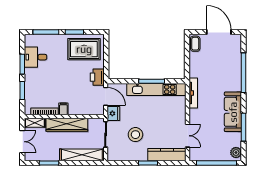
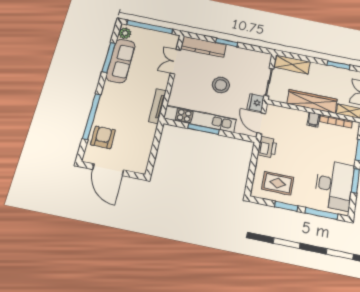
coffee table: (195, 44) -> (141, 162), removed
rug: (84, 49) -> (278, 183), width x0.73, depth x0.70
desk: (36, 57) -> (334, 185), width x1.87, depth x1.30
armchair: (230, 57) -> (103, 137), added
sofa: (233, 112) -> (121, 61), moved
stool: (135, 135) -> (221, 85), moved
shelving: (82, 155) -> (292, 64), width x0.68

